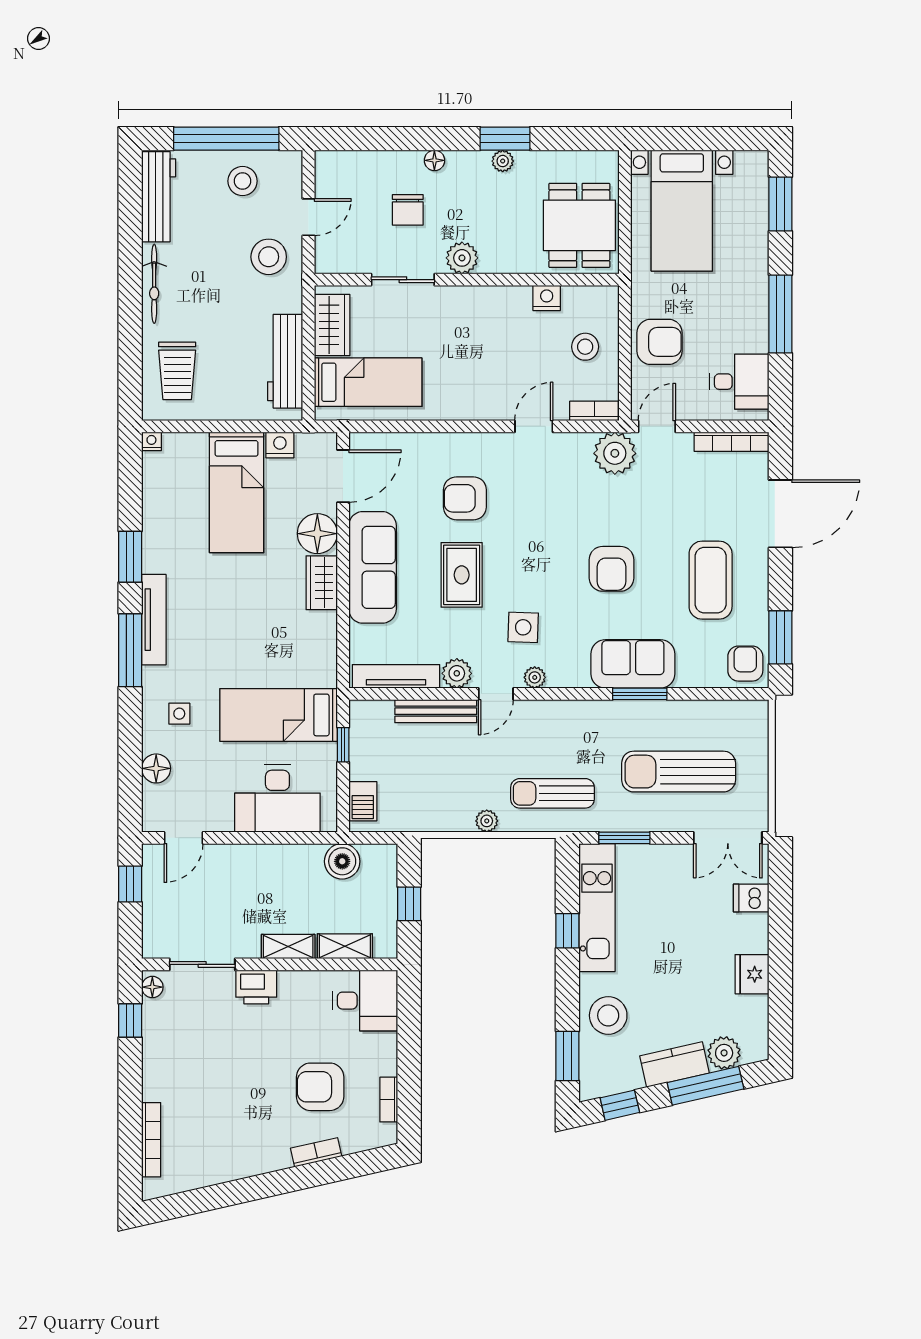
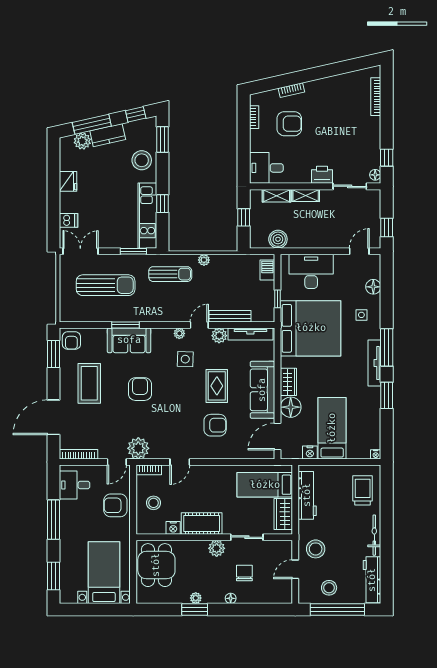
cot: (491, 306) -> (202, 524), added
bed: (279, 715) -> (311, 328), width x2.04

